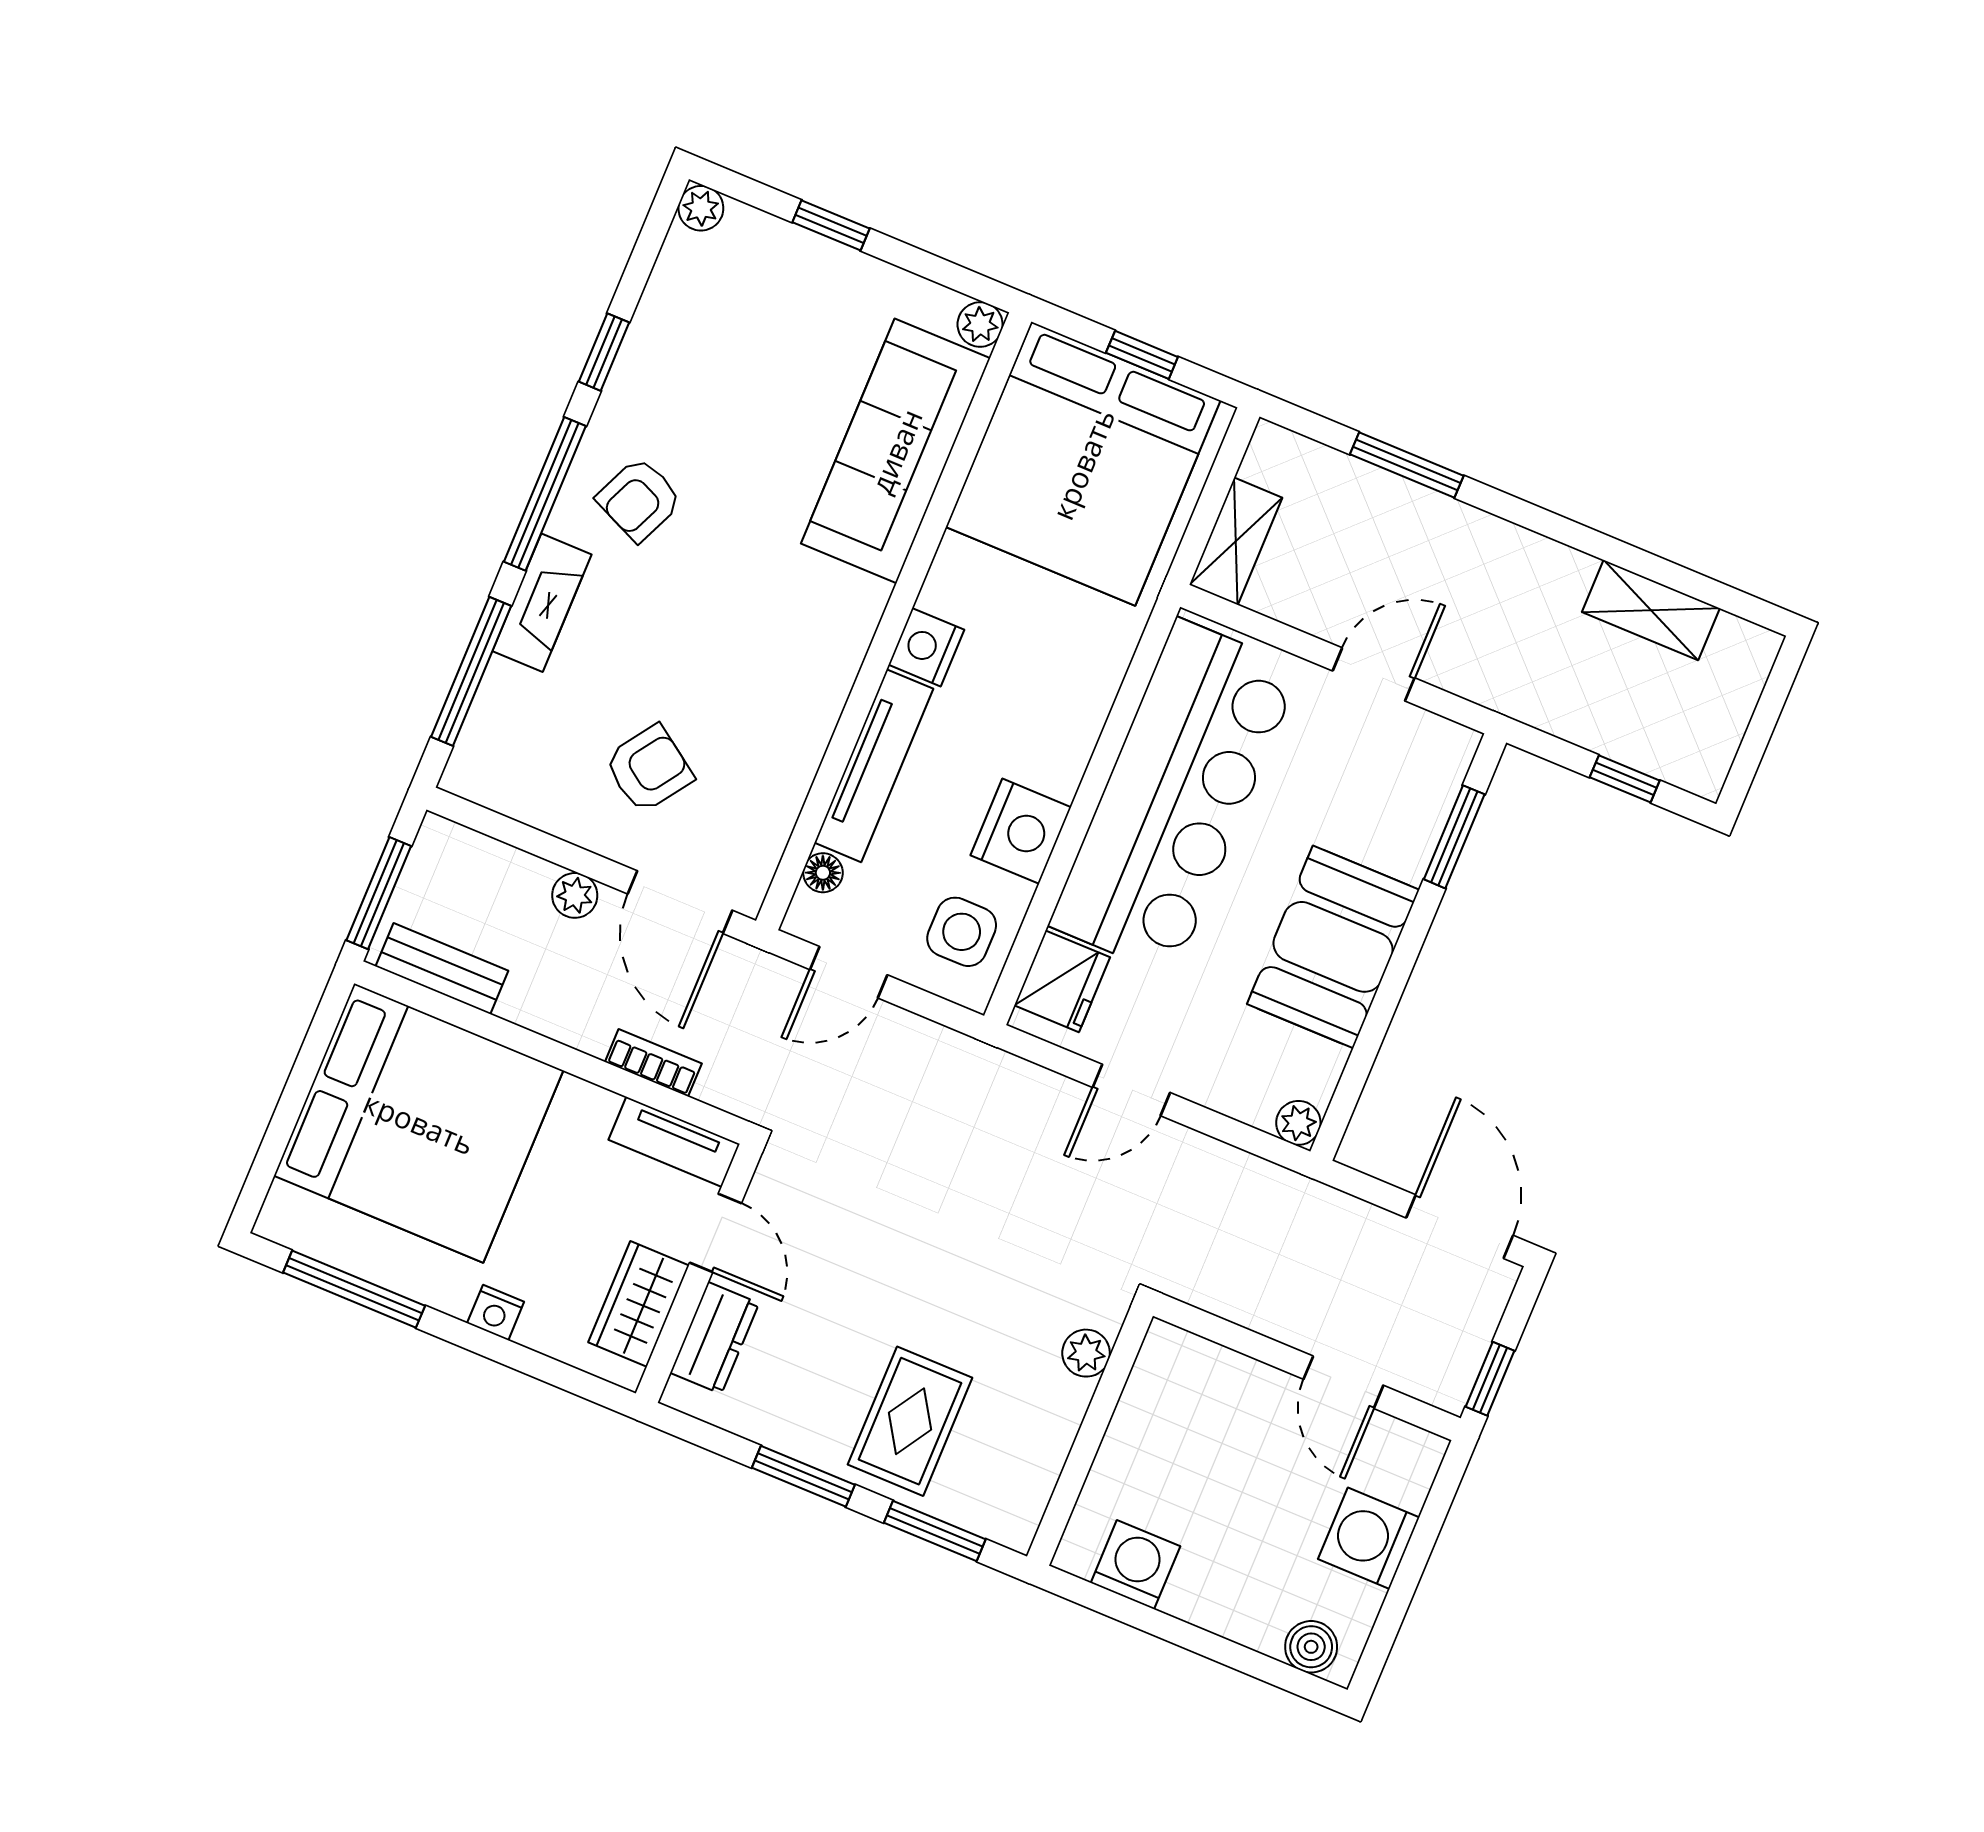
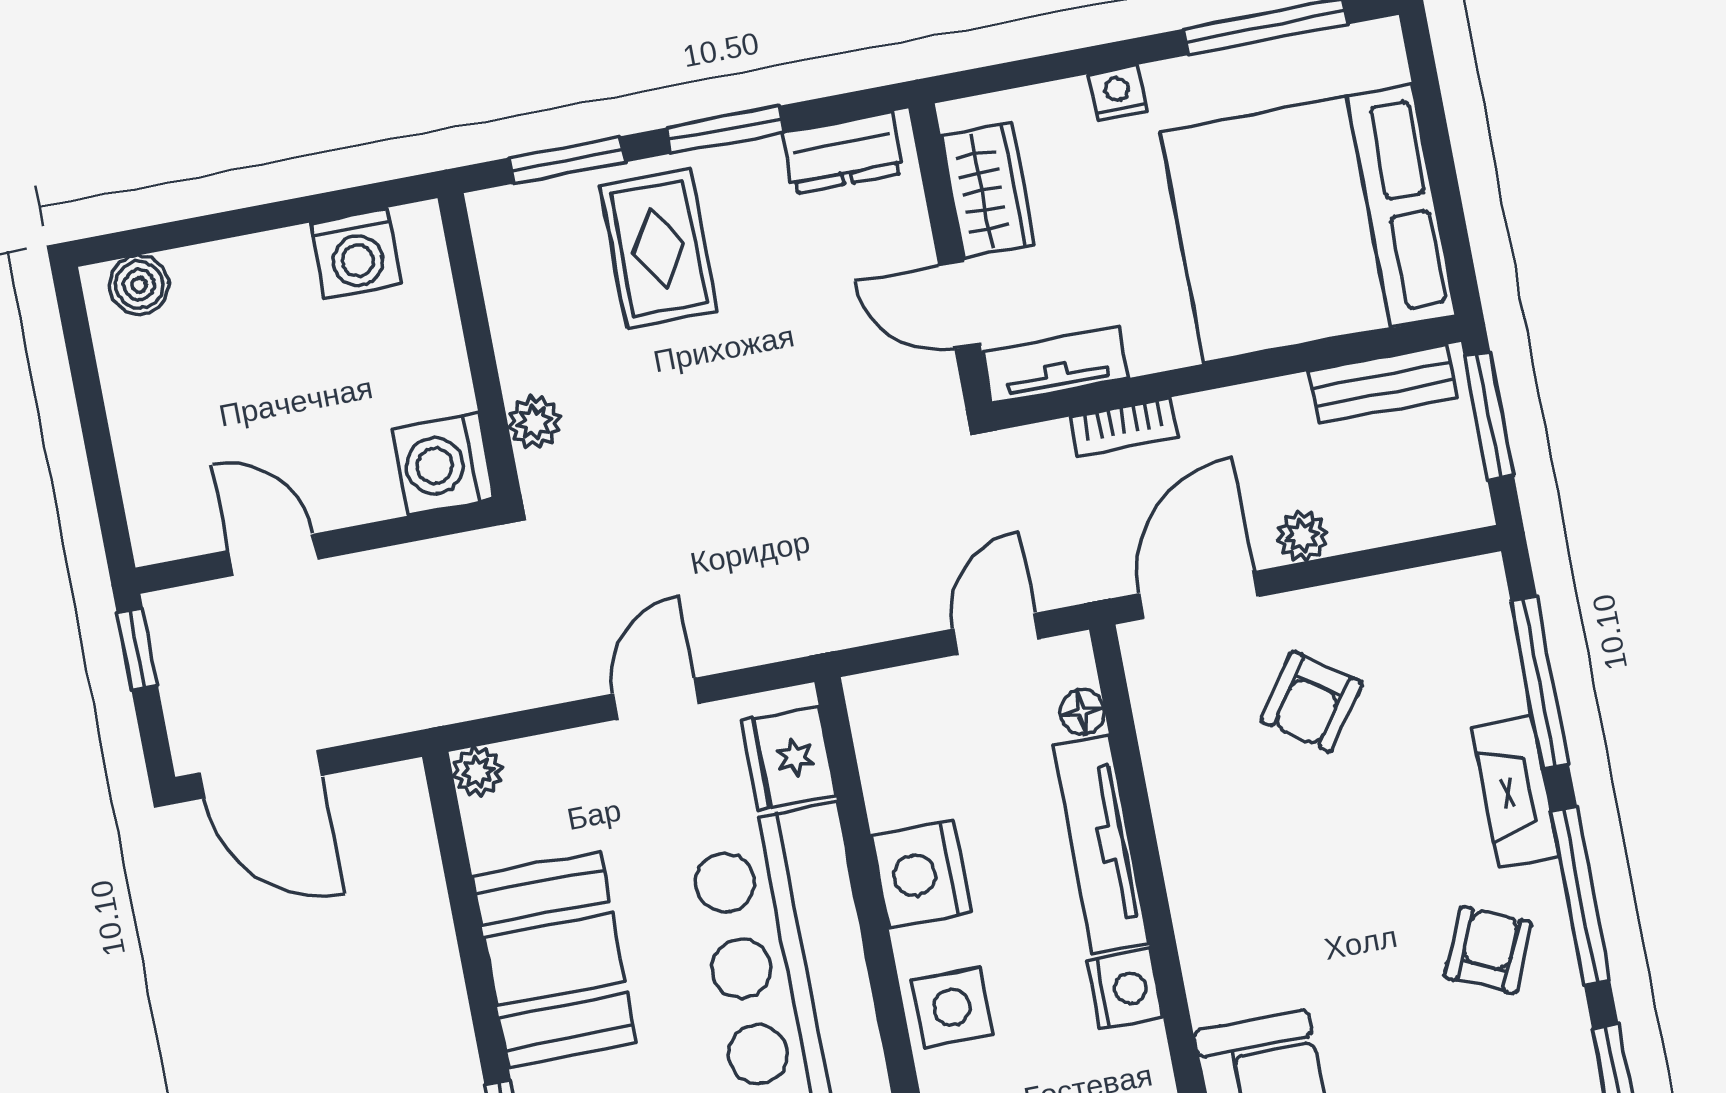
door: (680, 902) -> (1199, 595), hinge flipped
side table: (962, 932) -> (952, 1007), moved
dresser: (715, 1338) -> (842, 153), moved, turned -90
washing machine: (1369, 1538) -> (444, 464), moved, turned 180

